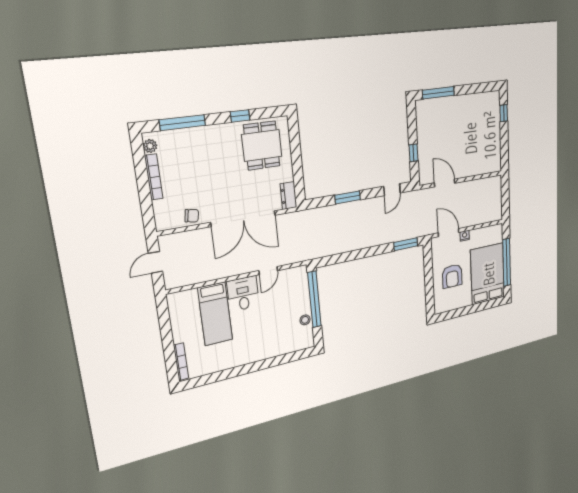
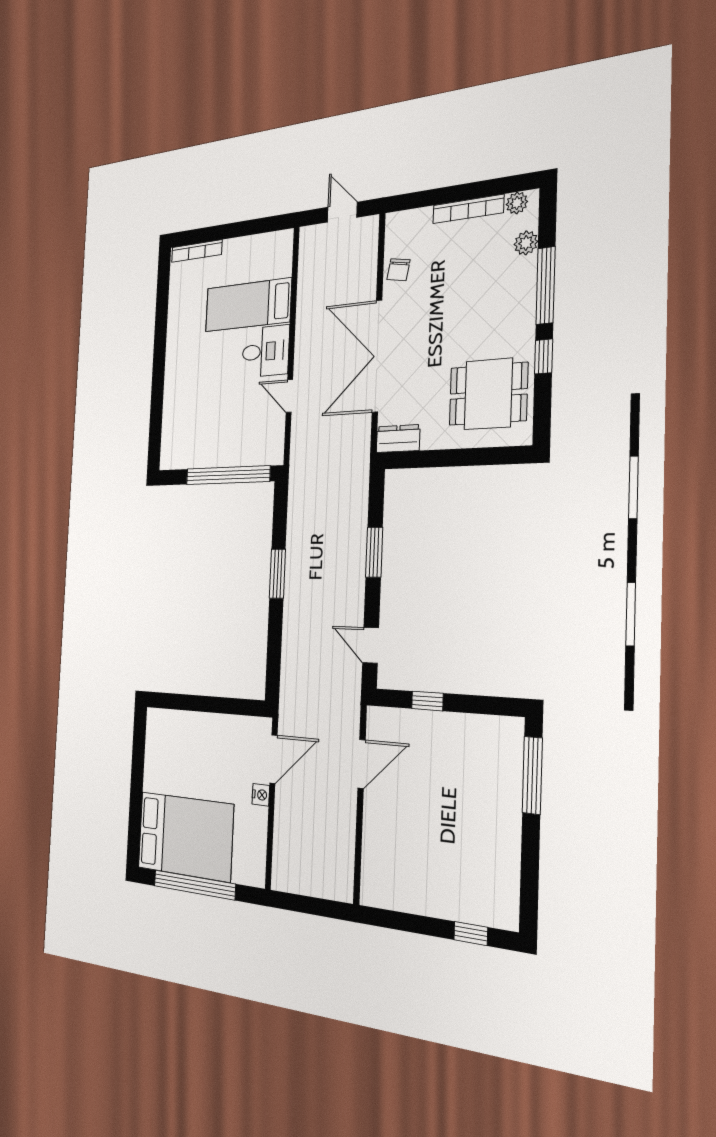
window: (183, 123) -> (545, 286), moved
plant: (175, 136) -> (526, 243), added
window: (406, 244) -> (277, 574), moved
armchair: (452, 276) -> (199, 755), removed
stool: (305, 320) -> (202, 456), removed

